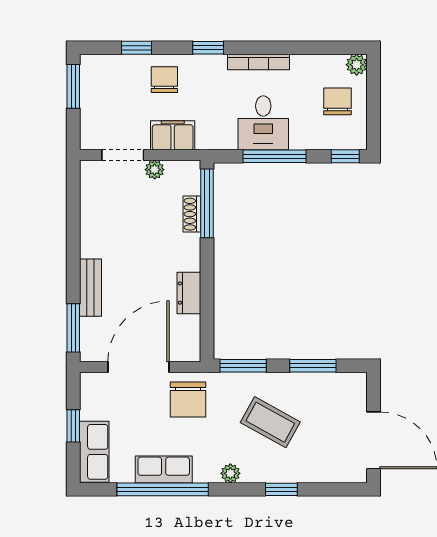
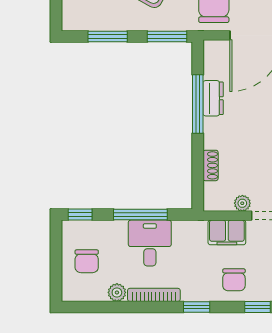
plant: (357, 65) -> (117, 292), moved
window: (207, 203) -> (198, 104), moved

